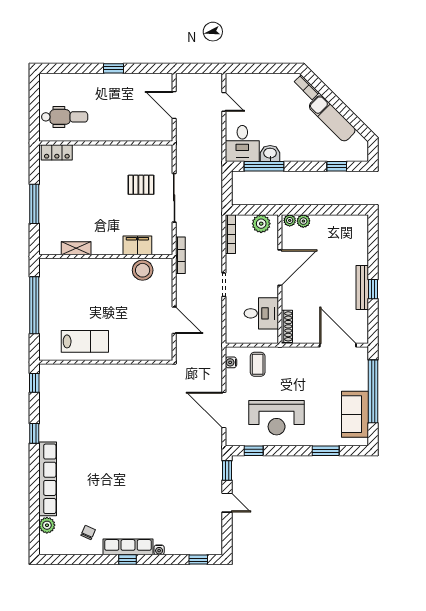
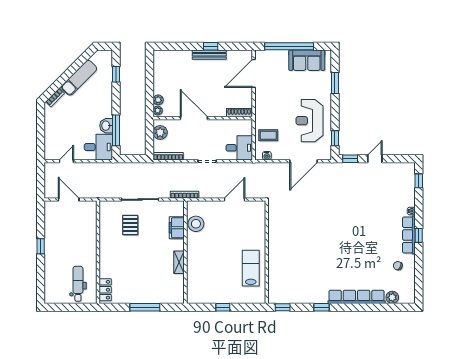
door: (174, 105) -> (69, 199), swing flipped
shelving: (76, 248) -> (179, 262), moved
window: (34, 305) -> (223, 307), width x0.32
desk: (261, 313) -> (239, 148), moved, turned 90
reception desk: (277, 418) -> (309, 121), turned 180

